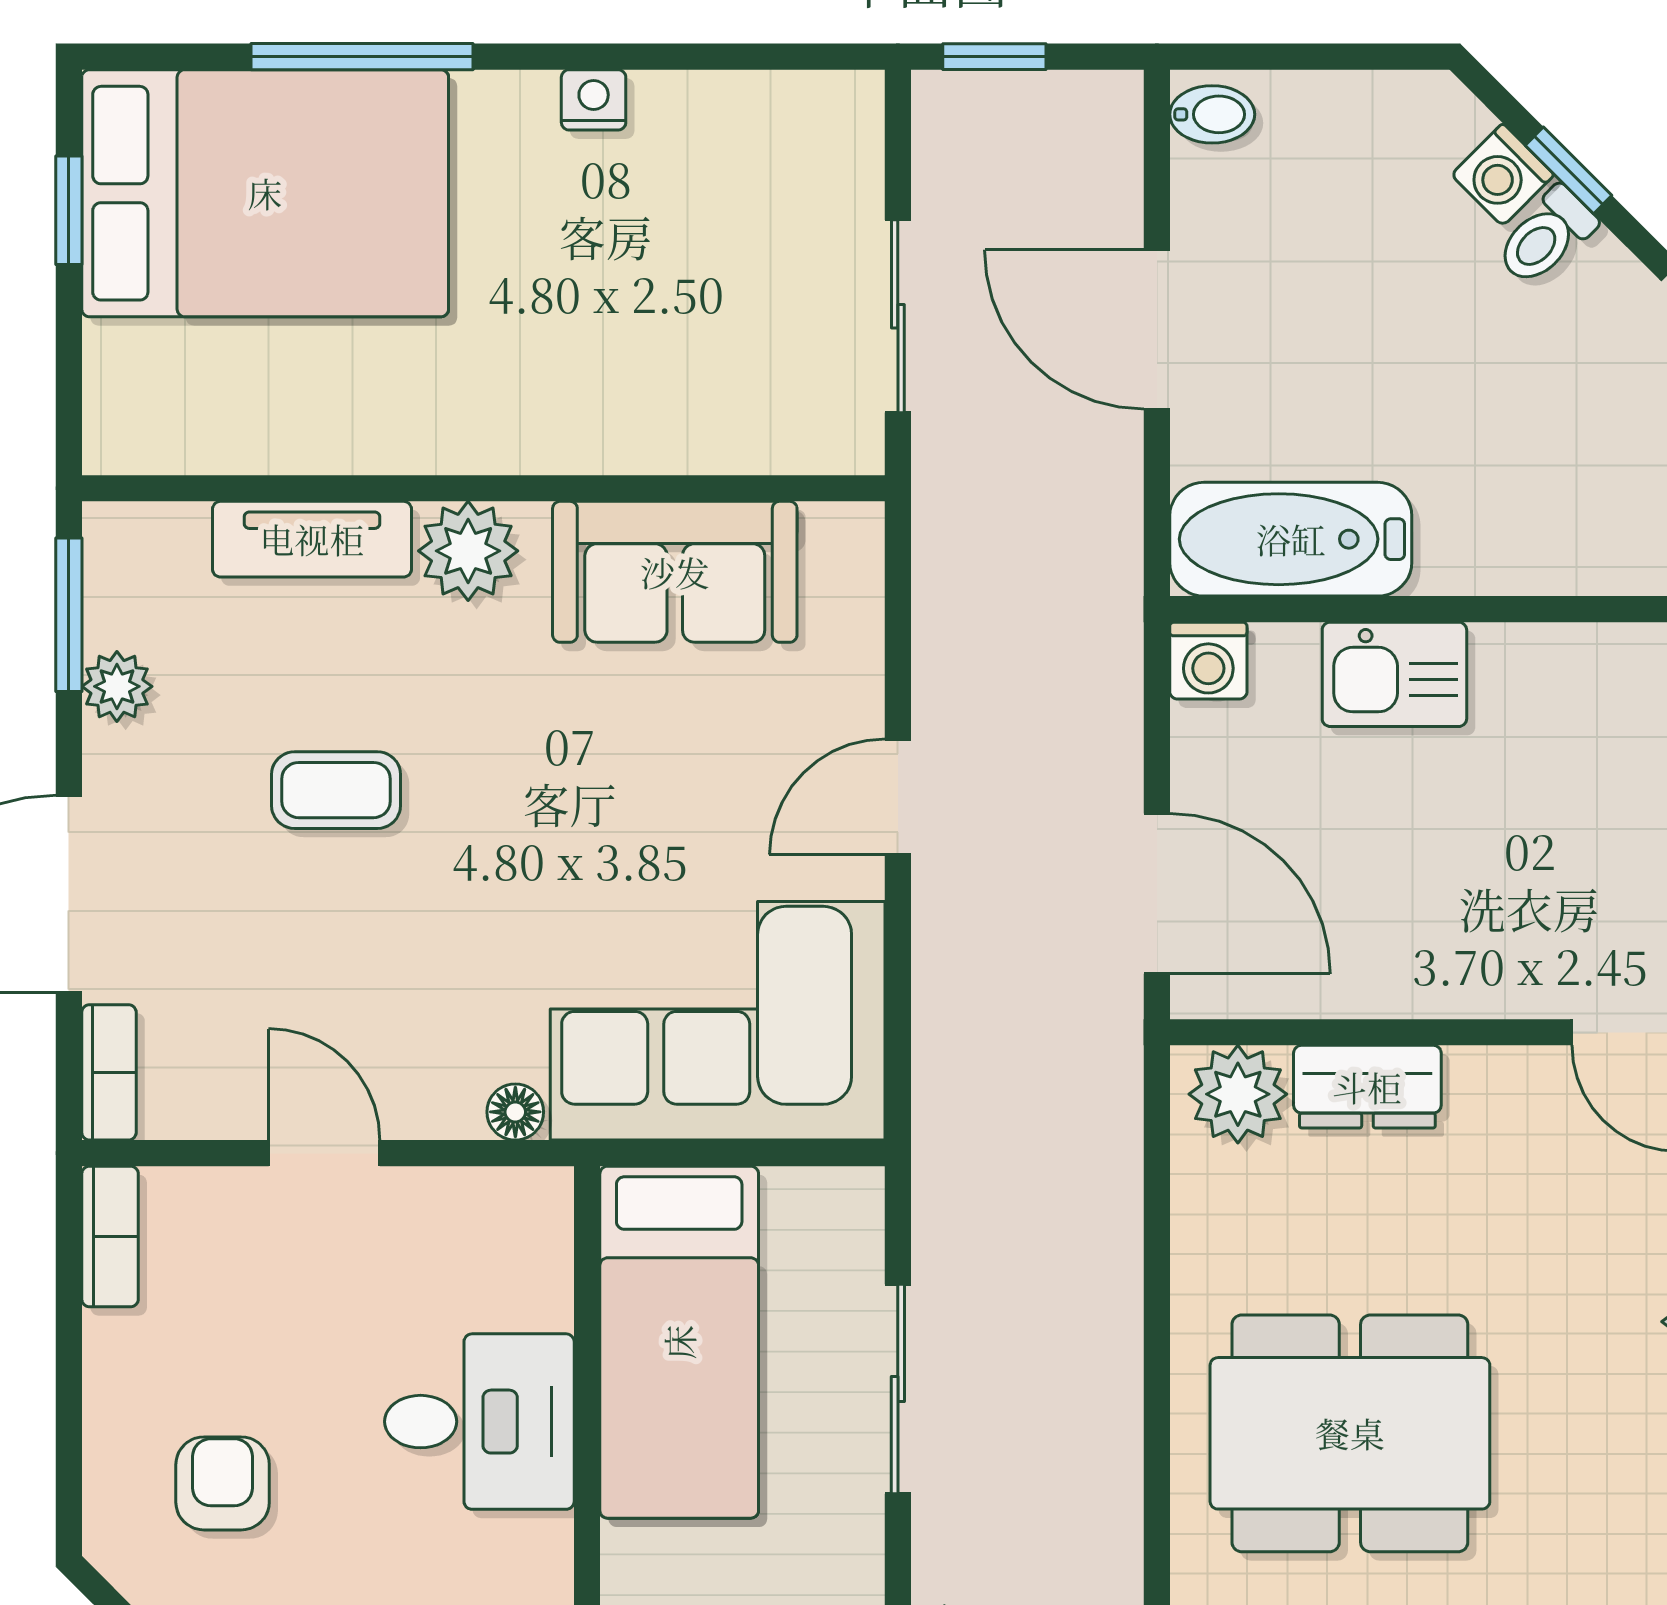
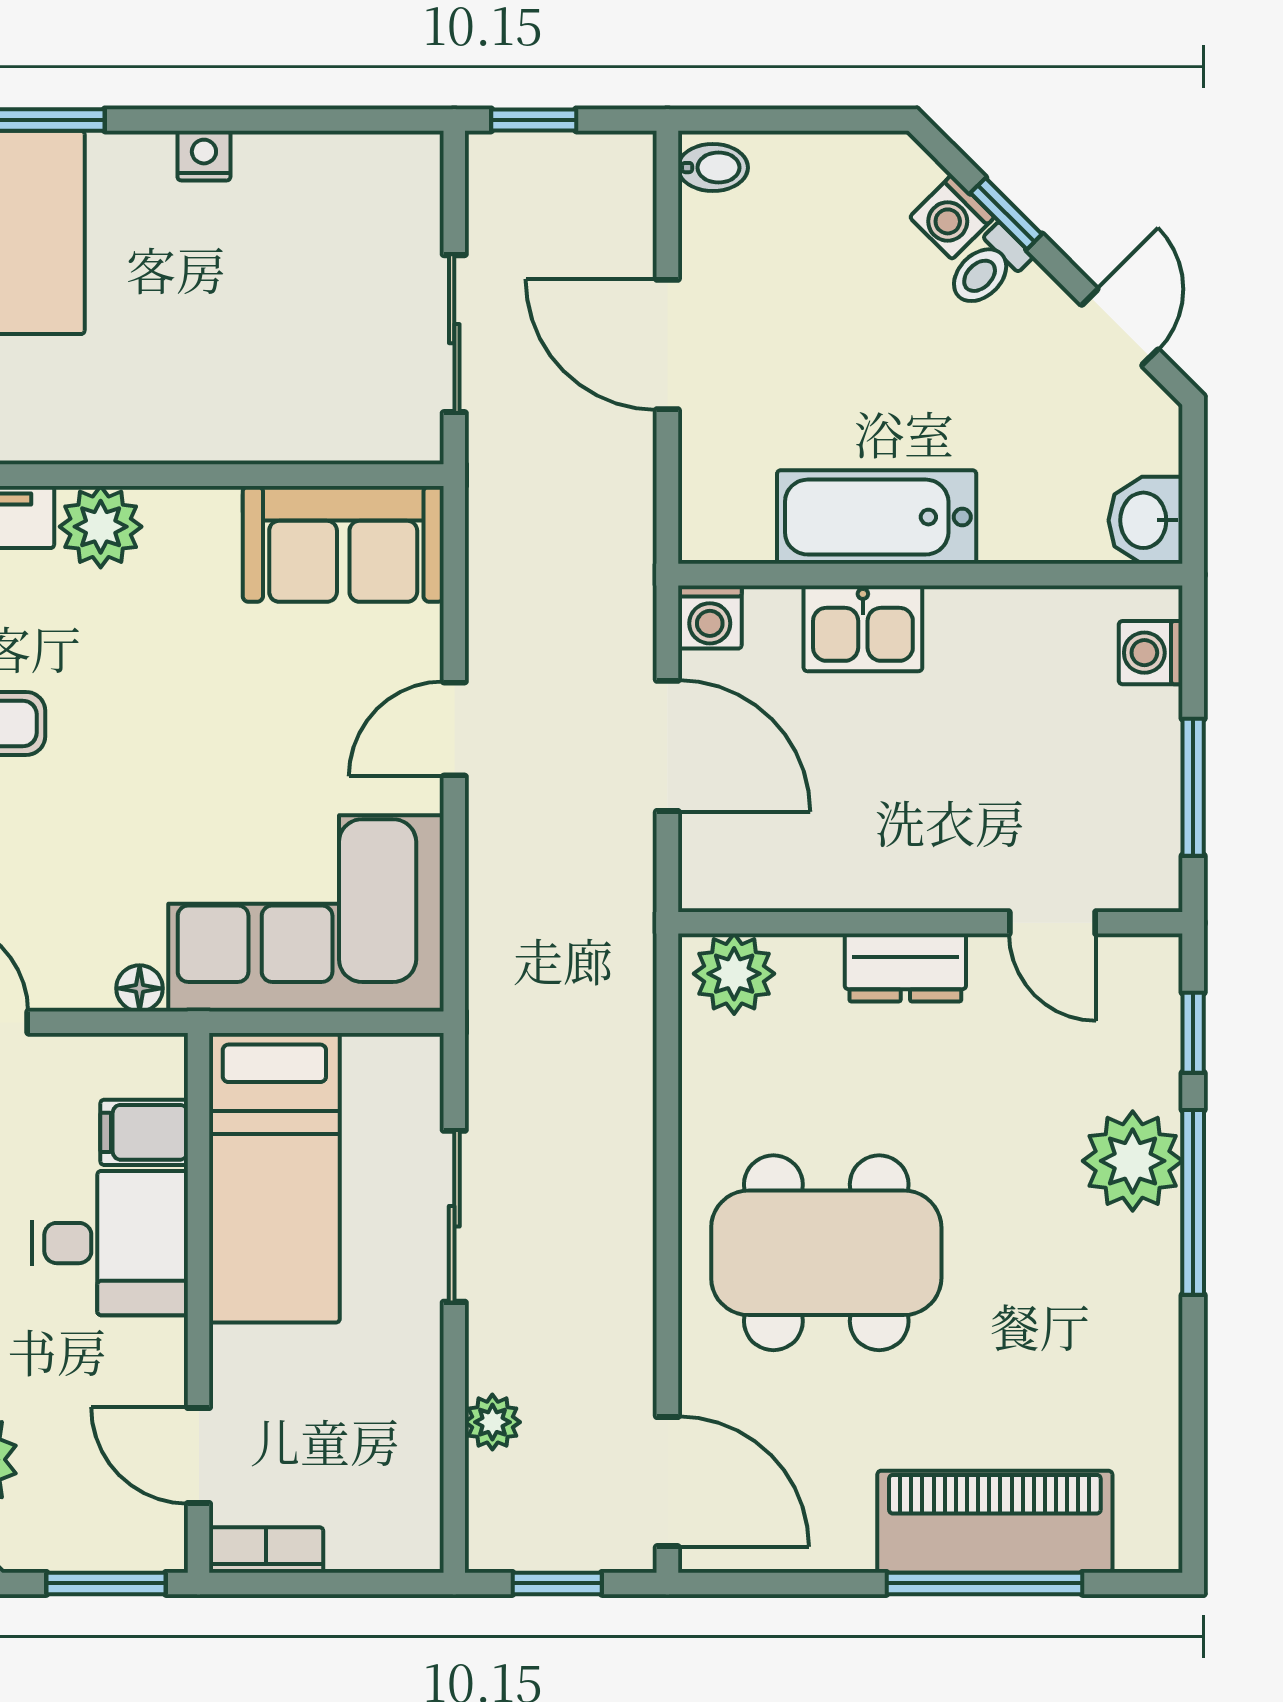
bathtub: (1291, 539) -> (877, 517), moved
sofa: (675, 572) -> (343, 544), moved
door: (1157, 894) -> (667, 746), moved
dresser: (1367, 1087) -> (905, 967), moved
filing cabinet: (521, 1287) -> (144, 1132), added

